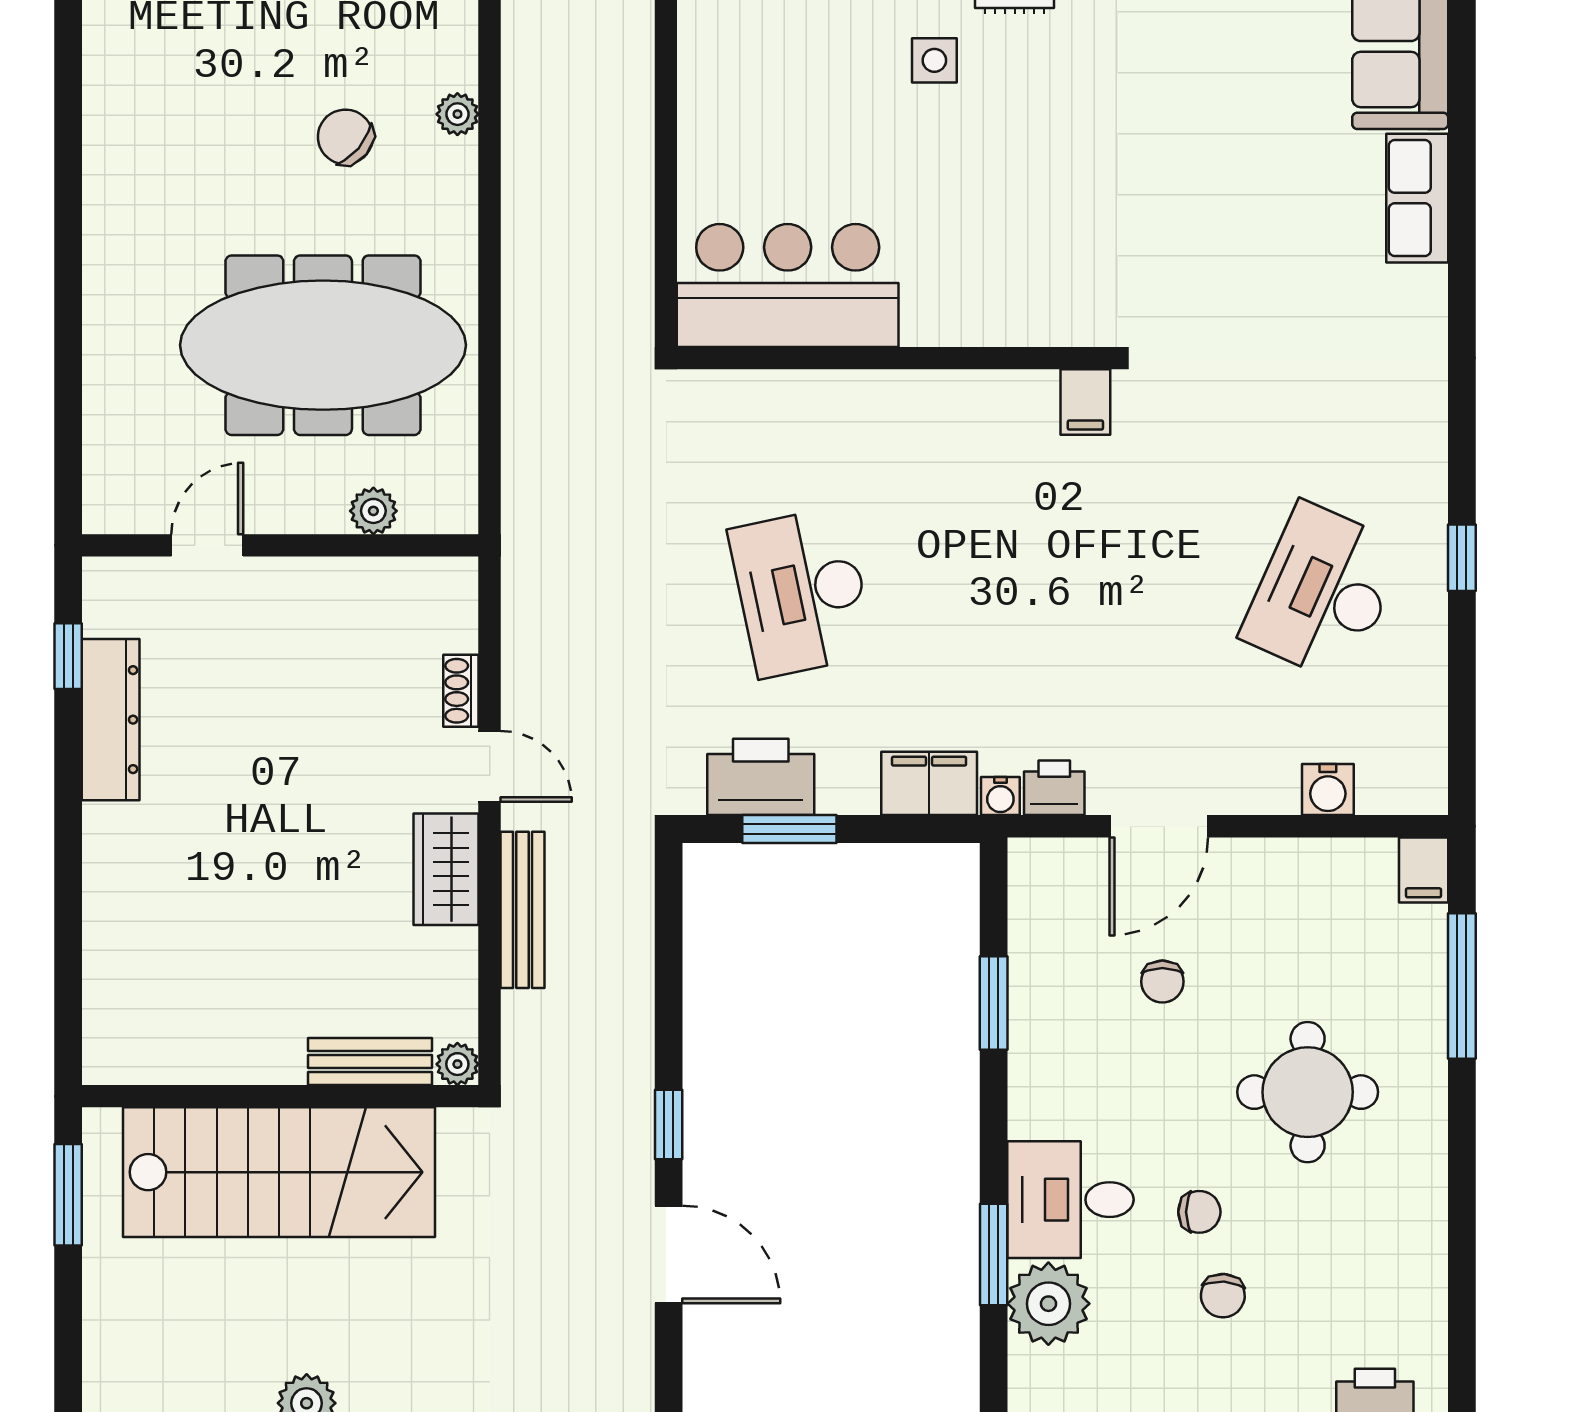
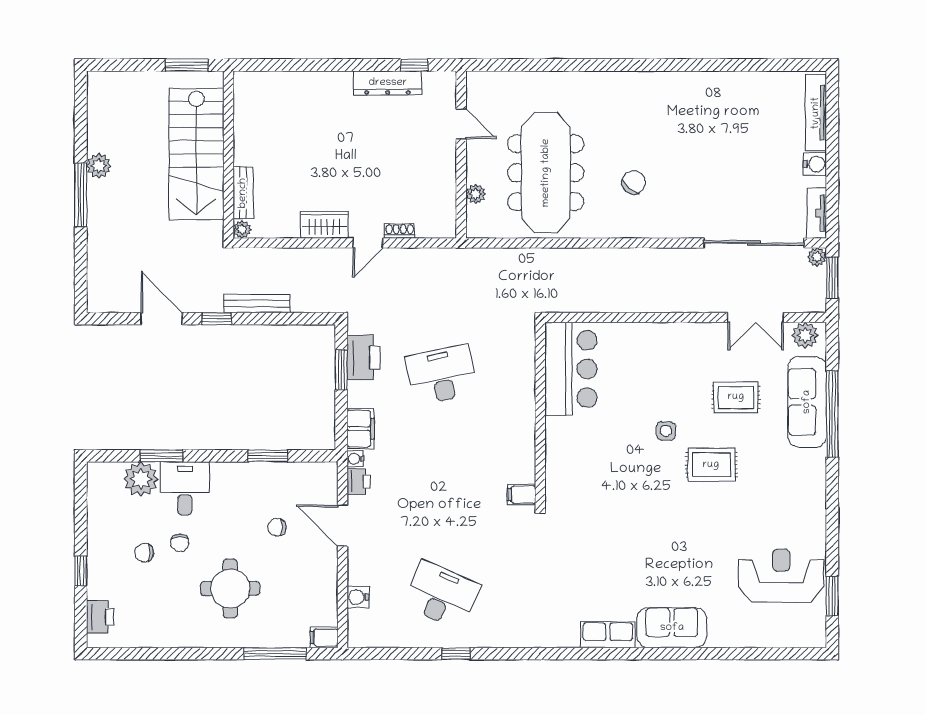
plant: (457, 114) -> (643, 230), removed
bench: (522, 910) -> (257, 304), moved
door: (669, 1254) -> (162, 319), swing flipped

